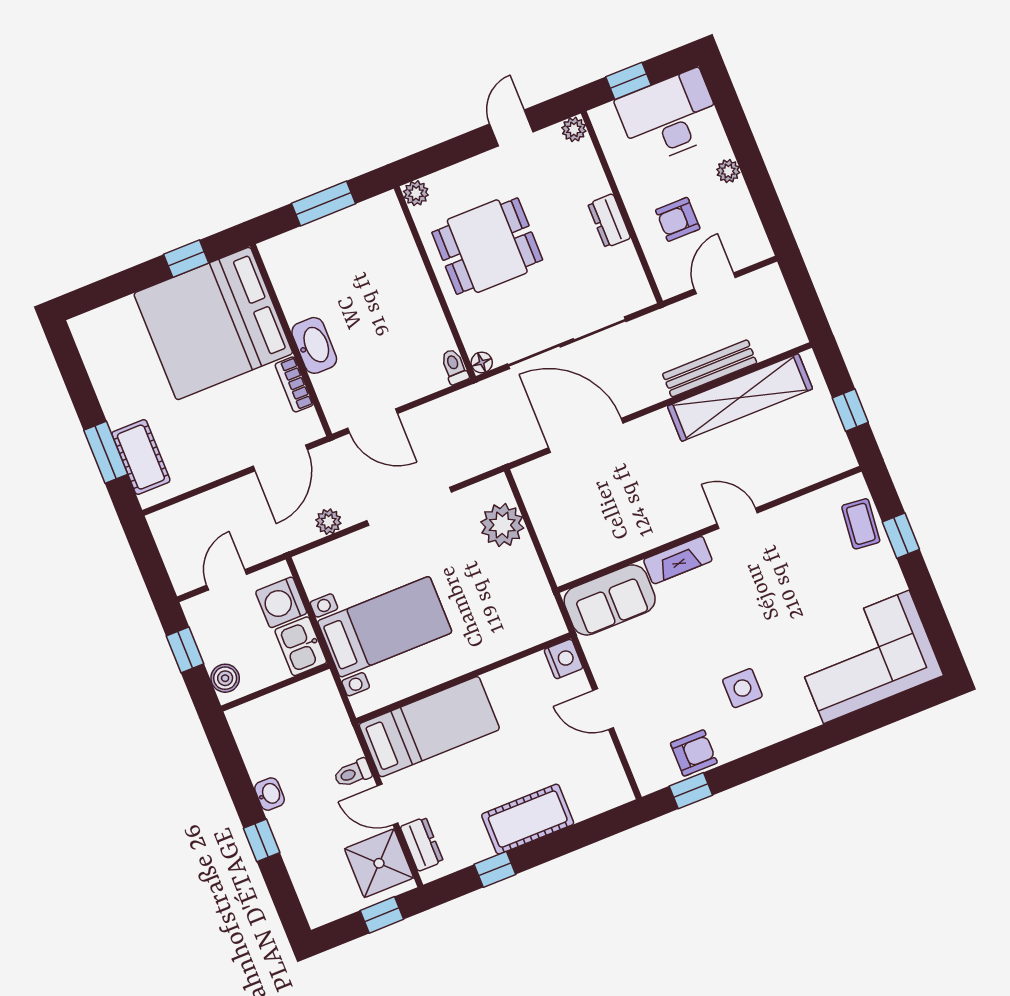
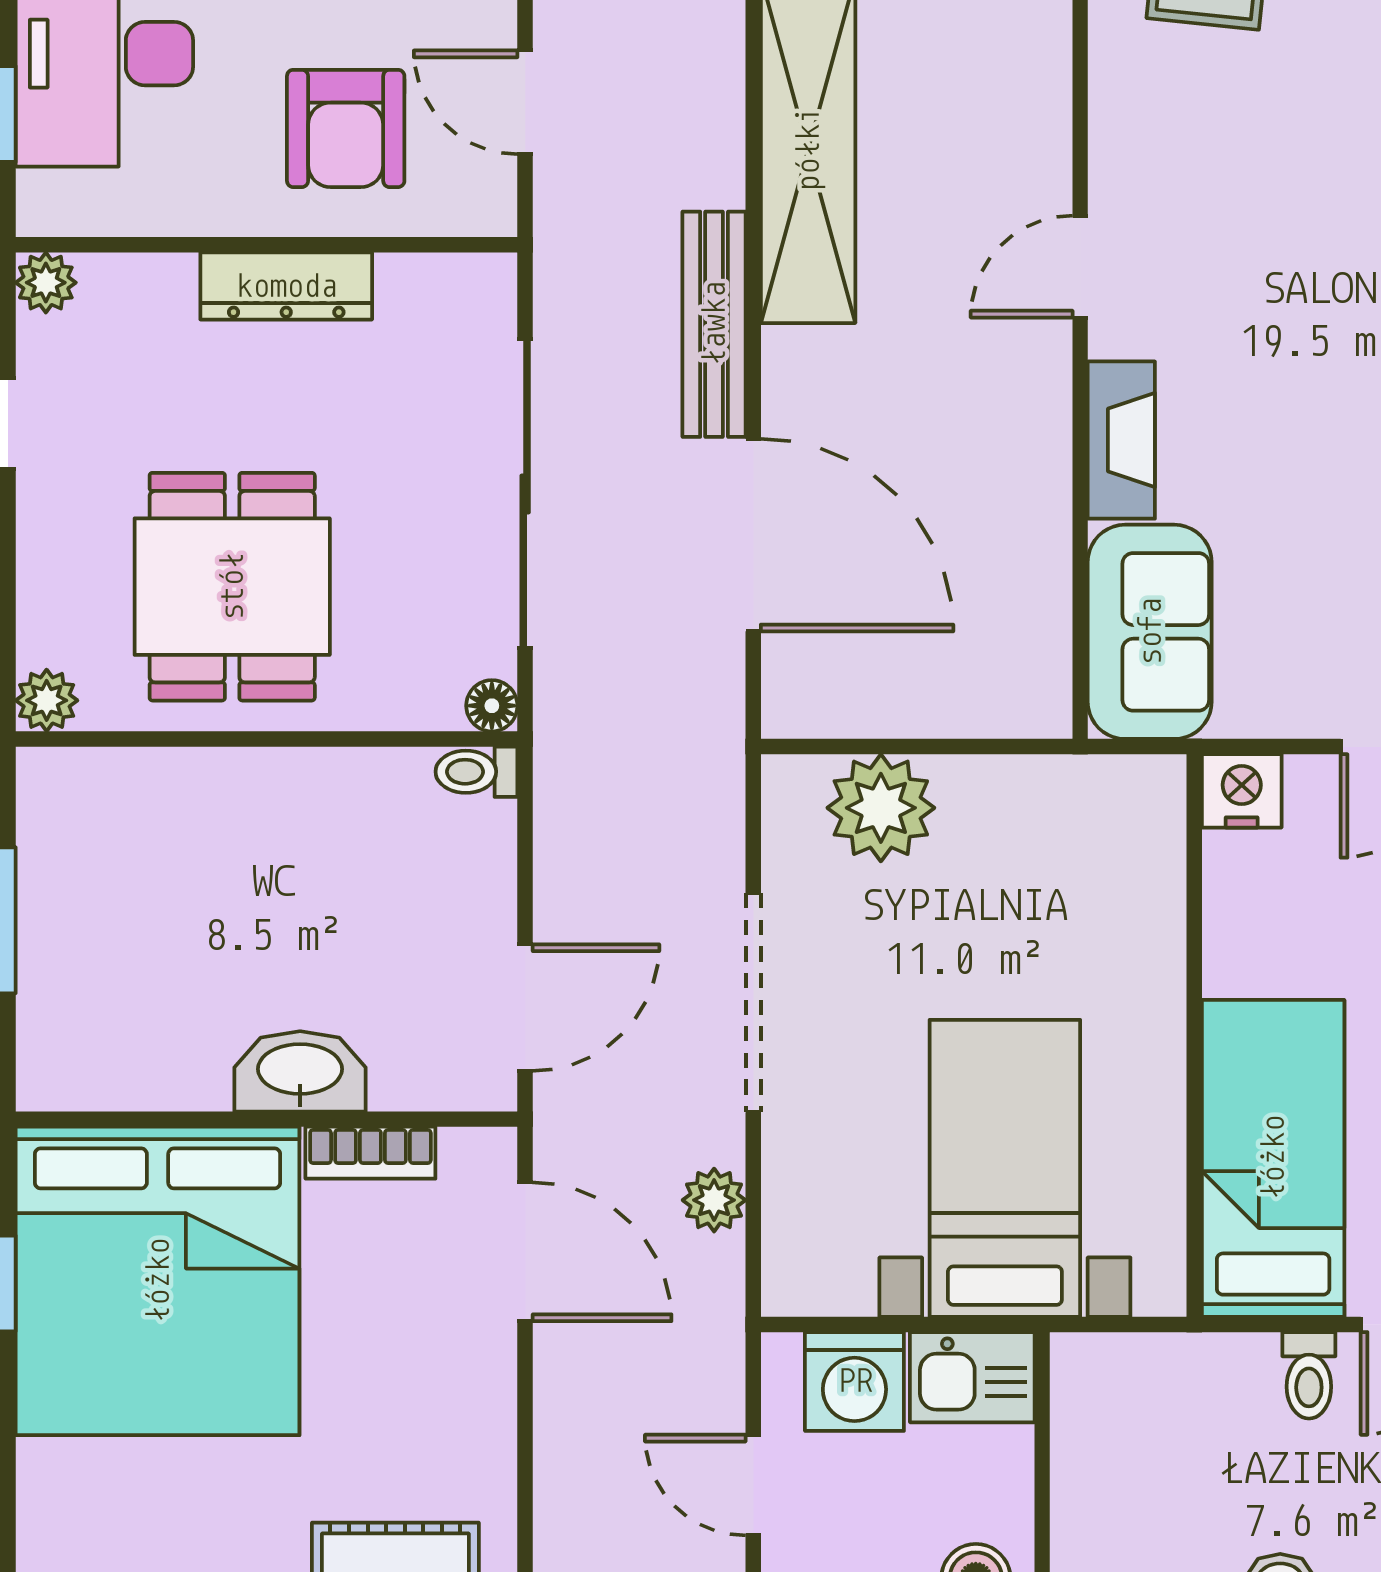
armchair: (678, 219) -> (346, 128), width x1.38, depth x1.38
dresser: (609, 221) -> (286, 286), width x1.44
bench: (710, 368) -> (714, 324), moved
door: (586, 435) -> (753, 535), swing flipped

